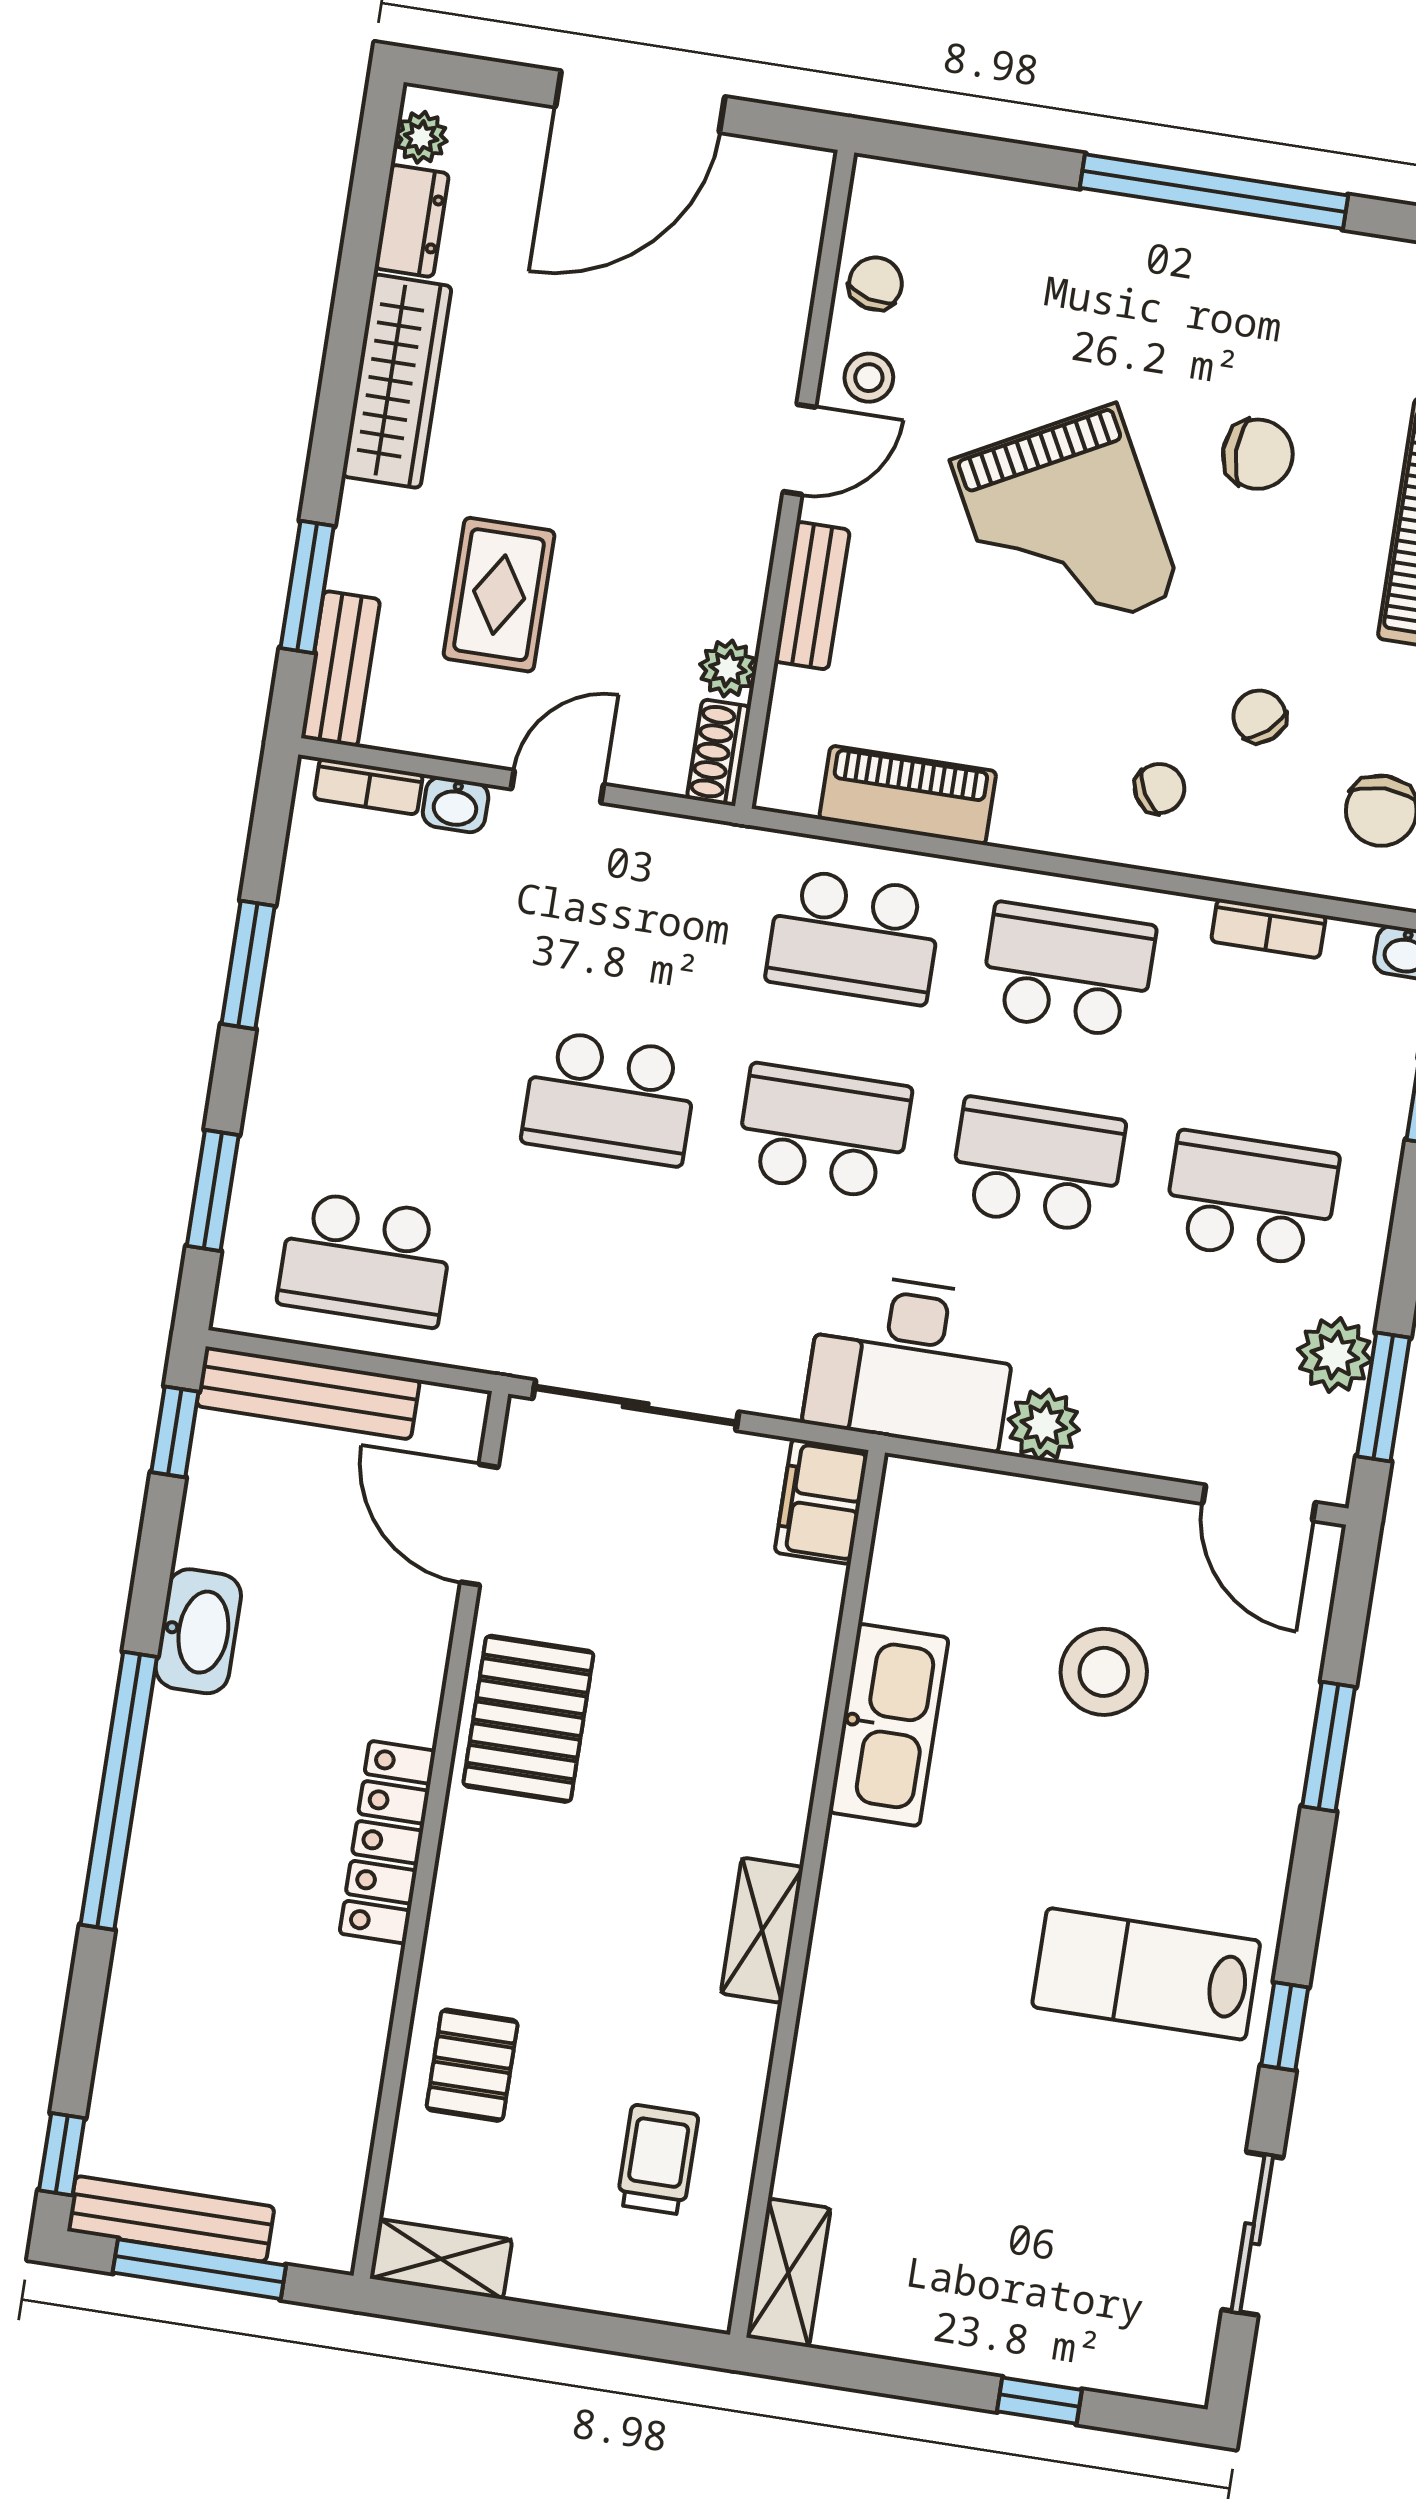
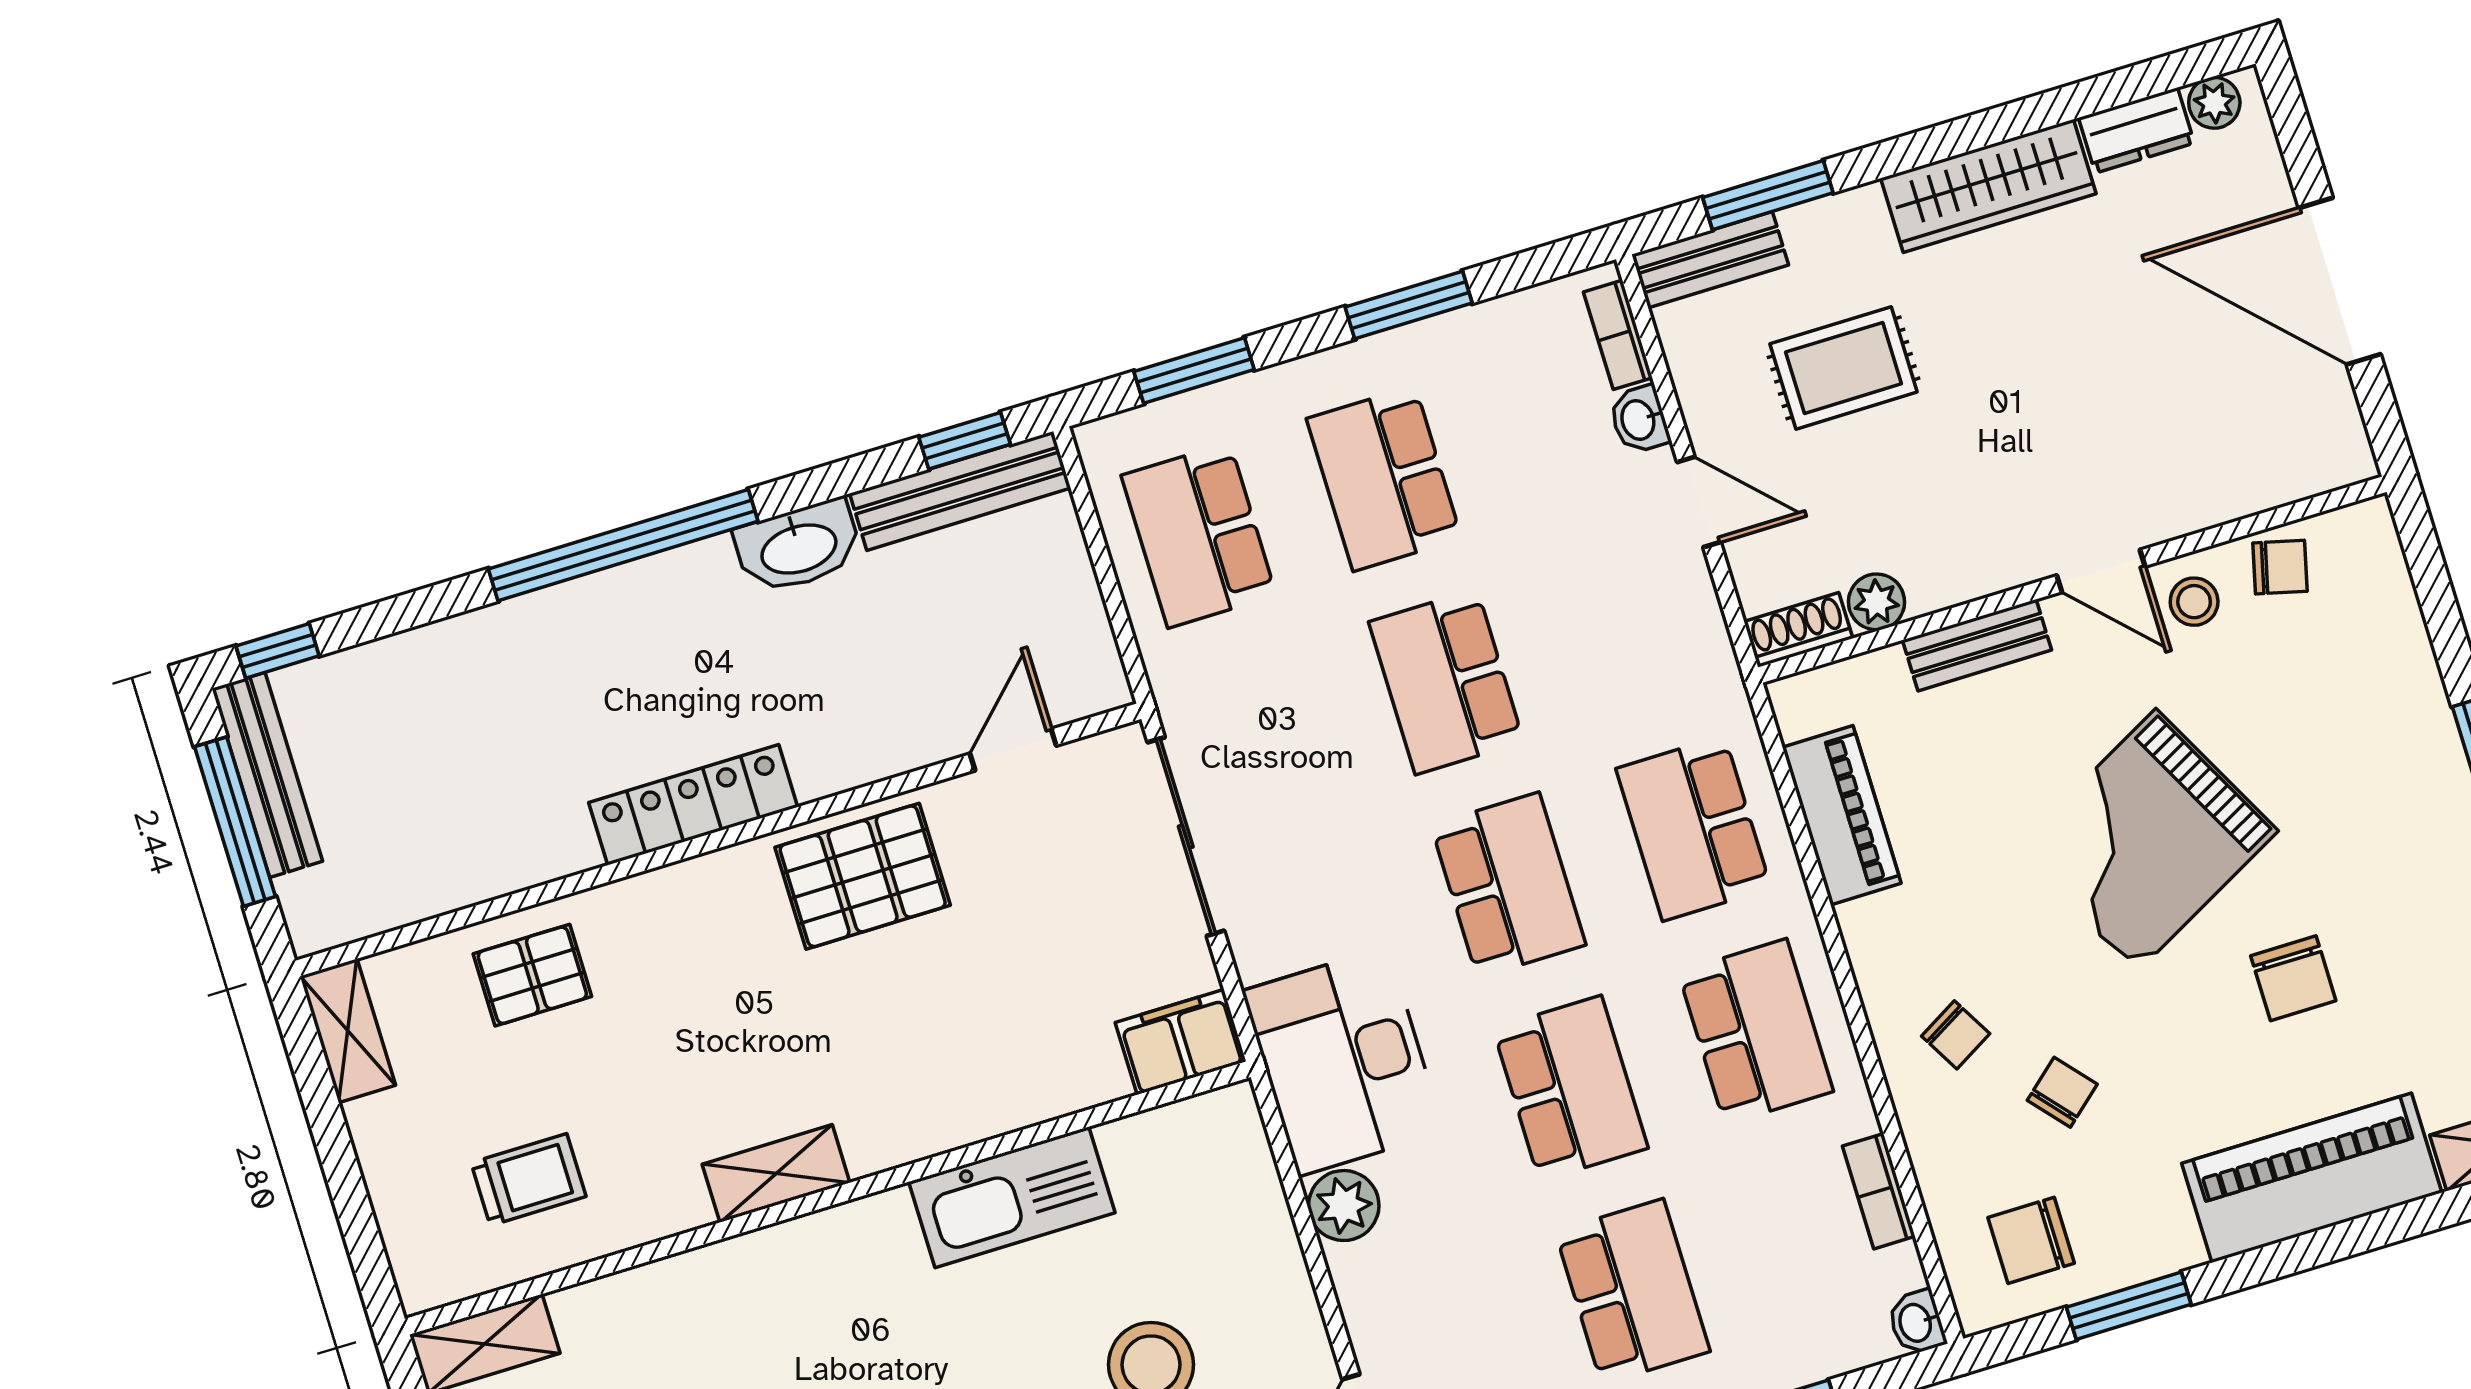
school desk: (396, 1065) -> (1384, 479), added
bench: (308, 1393) -> (960, 491), moved, turned 90
door: (479, 1525) -> (1013, 750), width x0.73

